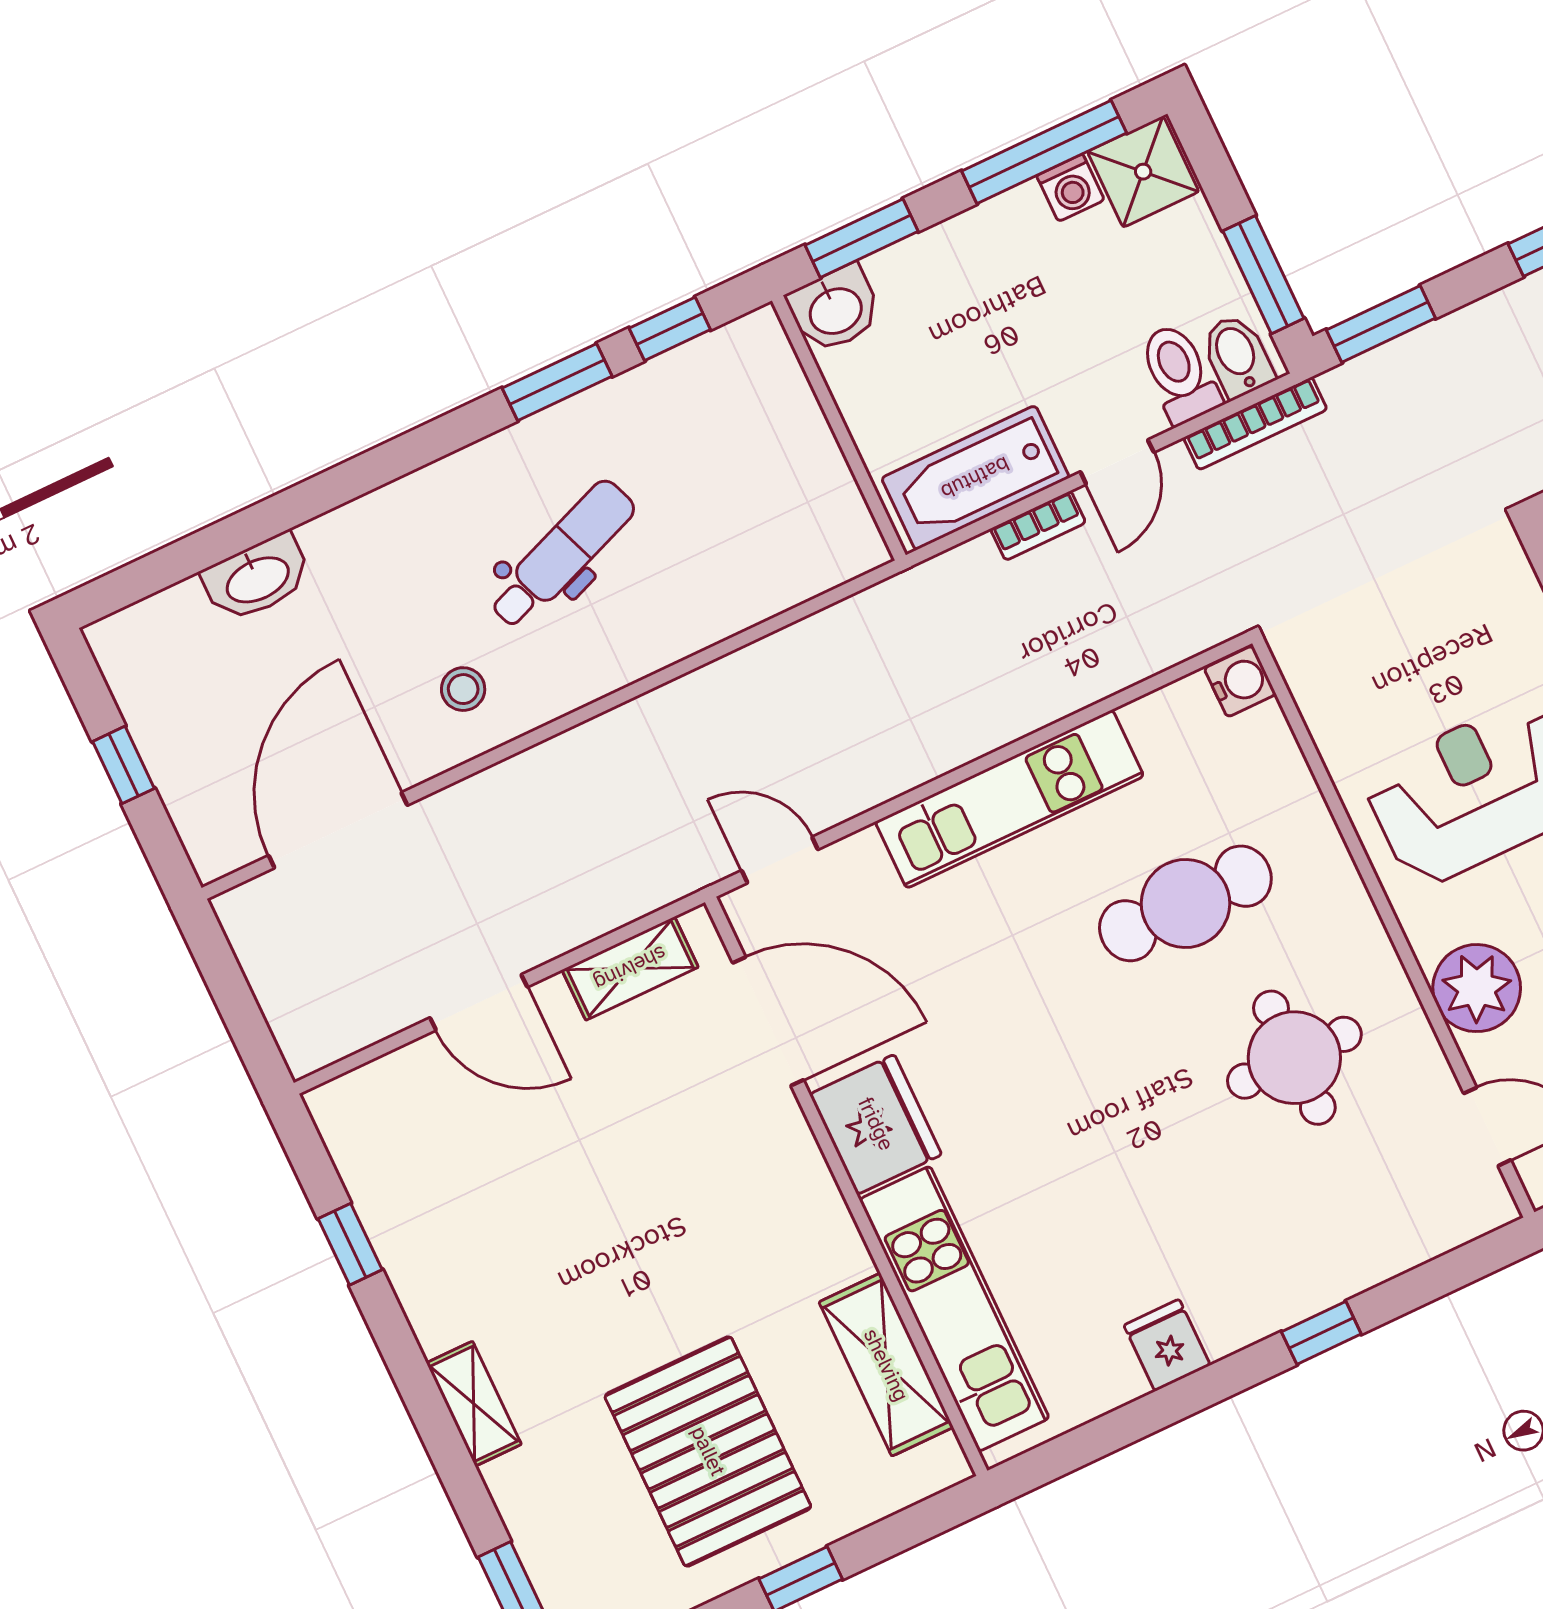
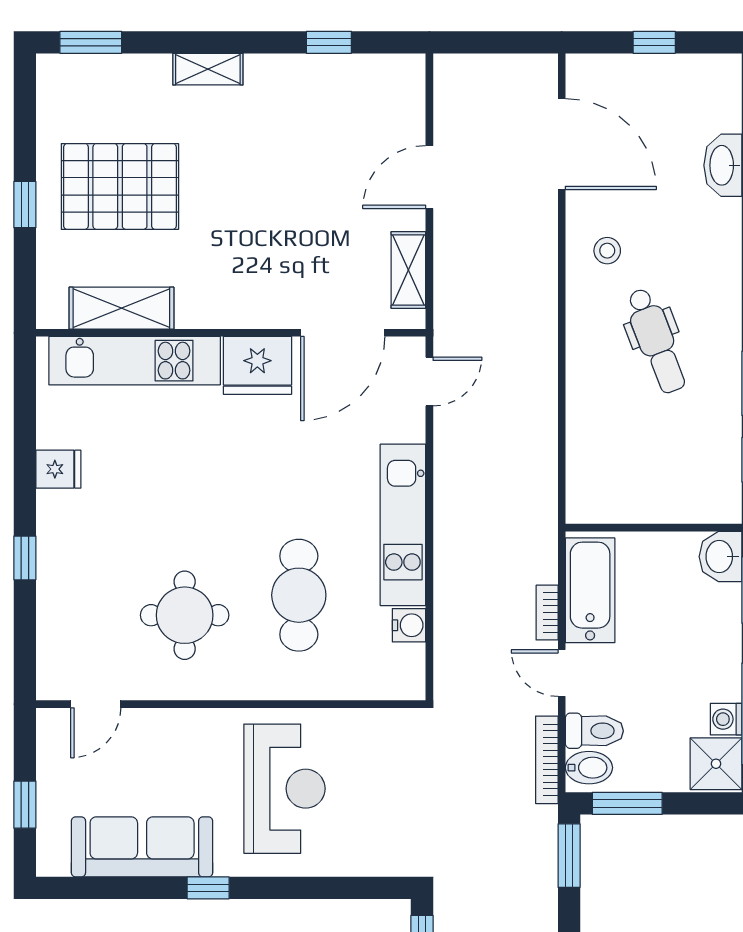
water cooler: (1240, 681) -> (409, 625), moved, turned -90
plant: (1477, 988) -> (175, 735), removed

